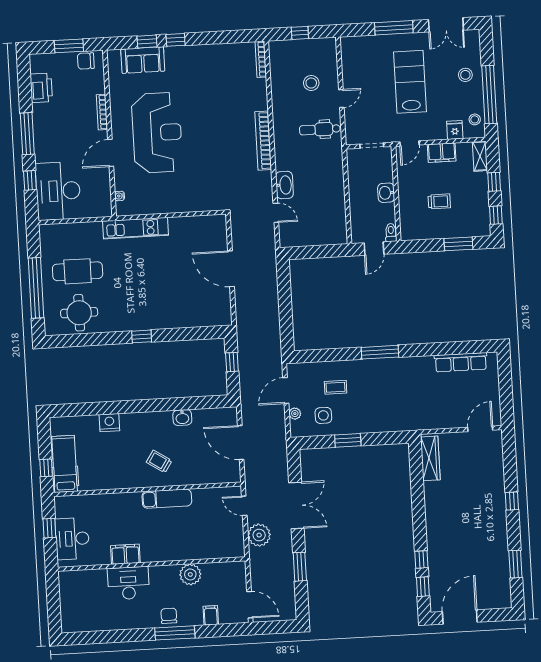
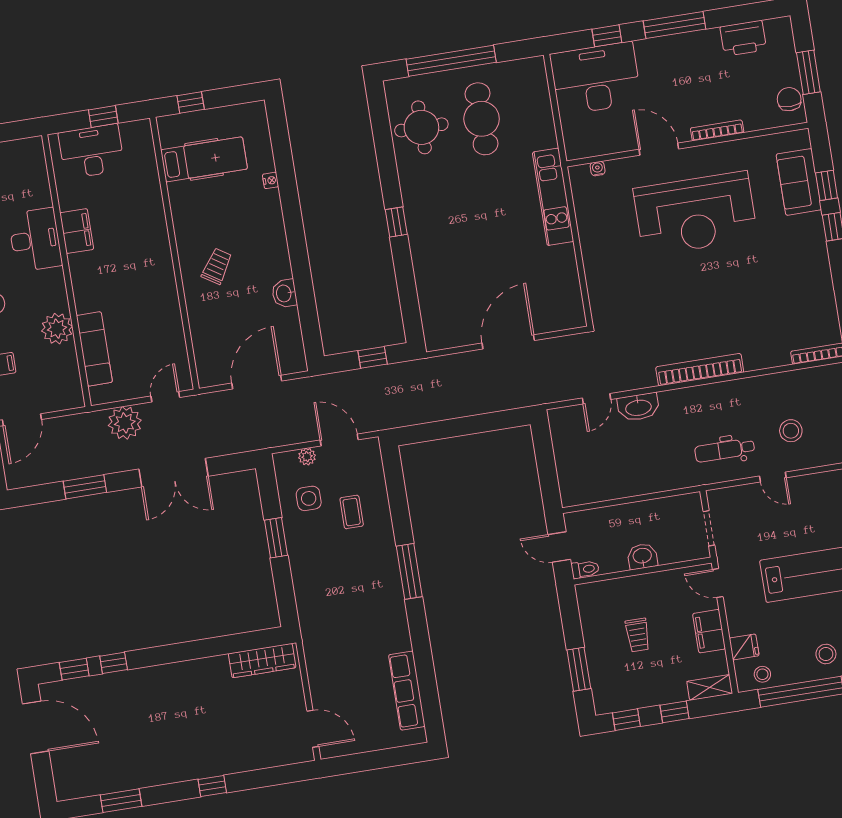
dental chair: (320, 129) -> (725, 450), turned -90
nightstand: (109, 423) -> (271, 180), width x0.53, depth x0.56
hospital bed: (65, 464) -> (204, 159), moved
exam couch: (167, 499) -> (94, 349), moved, turned 180

